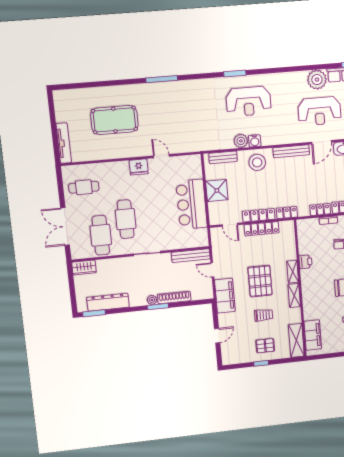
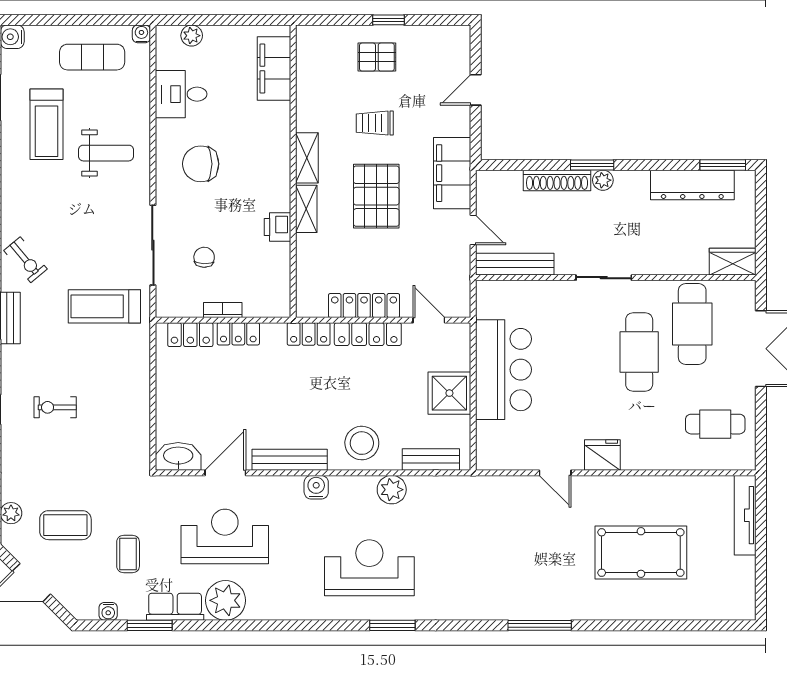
water cooler: (255, 141) -> (316, 487), moved
shelving: (296, 340) -> (310, 61), removed

